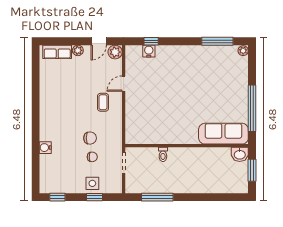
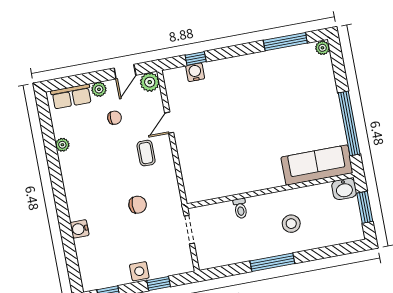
plant: (44, 85) -> (62, 145), added
chair: (92, 157) -> (114, 118), moved
stool: (197, 172) -> (291, 224), added
side table: (92, 183) -> (139, 271), moved
window: (157, 197) -> (272, 262), moved

